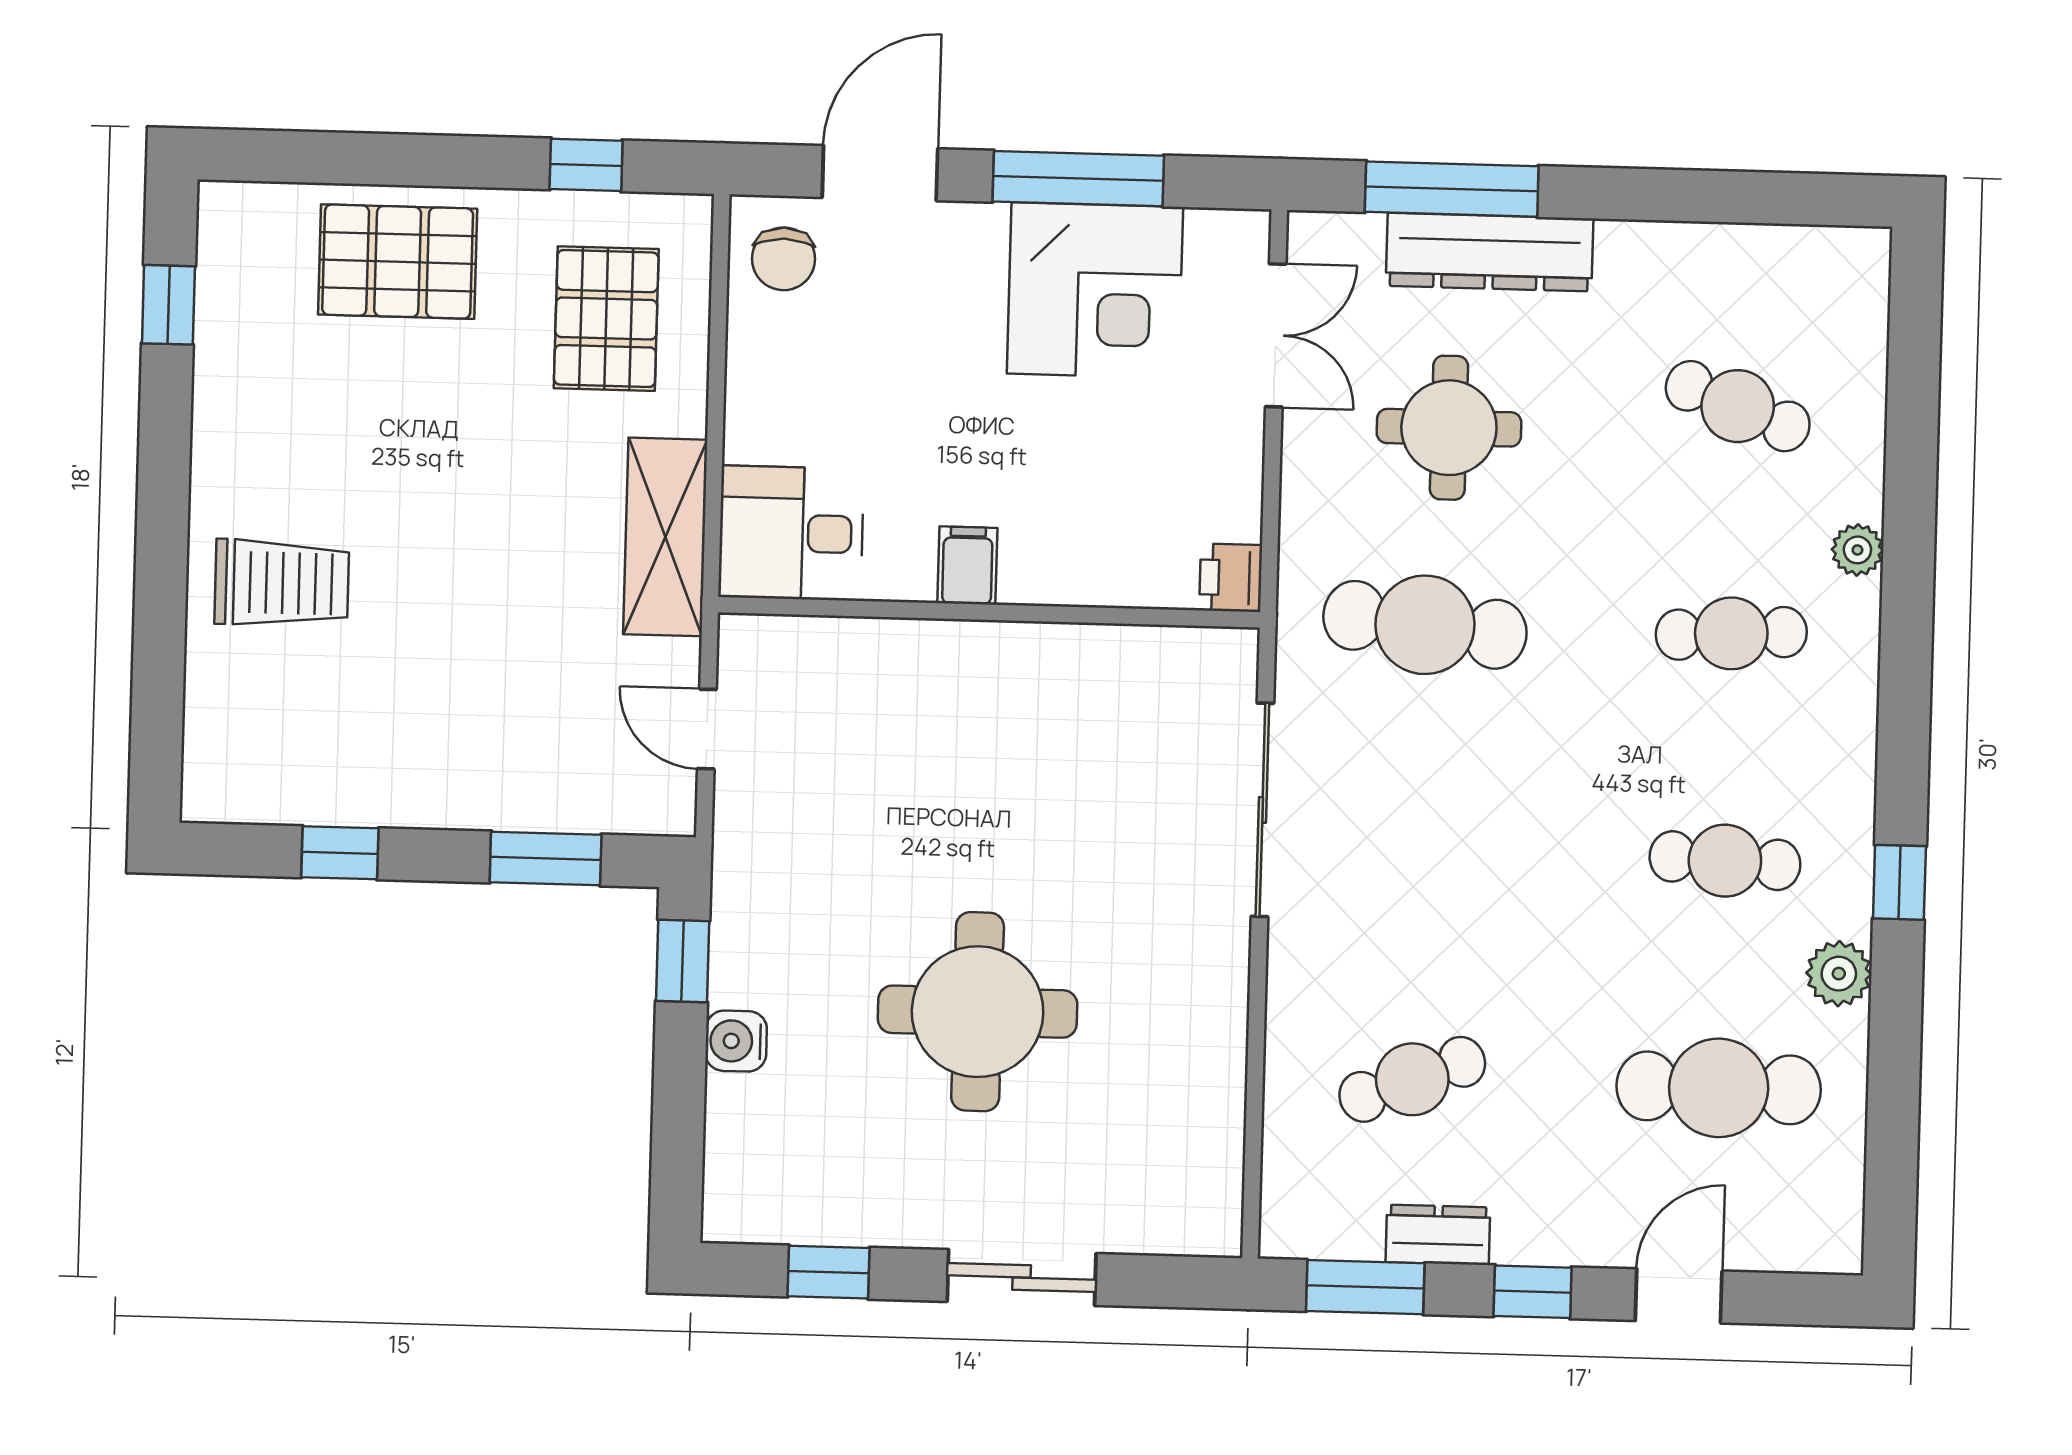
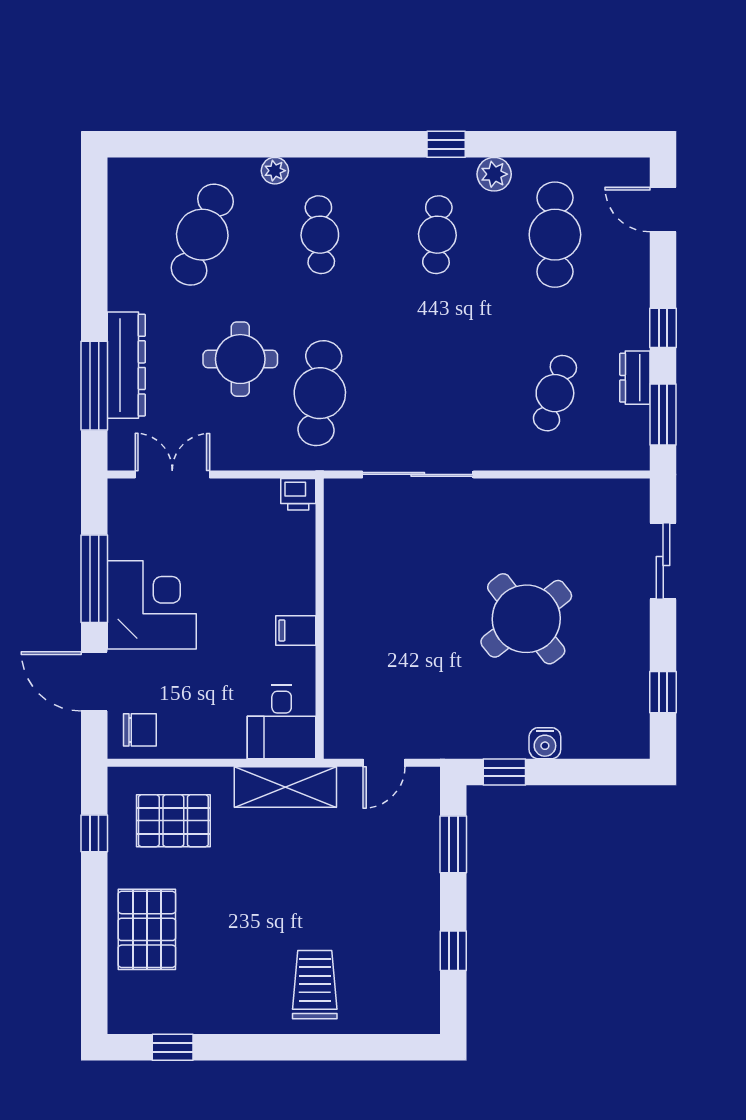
corner desk: (1095, 290) -> (152, 605), moved
cafe table: (1738, 406) -> (202, 235), width x1.37, depth x1.35
round table: (1449, 428) -> (240, 359), moved
round table: (978, 1012) -> (526, 619), turned -38
cafe table: (1412, 1079) -> (555, 393), turned 39
sliding door: (1022, 1278) -> (663, 561), moved
door: (1679, 1296) -> (663, 210), moved

